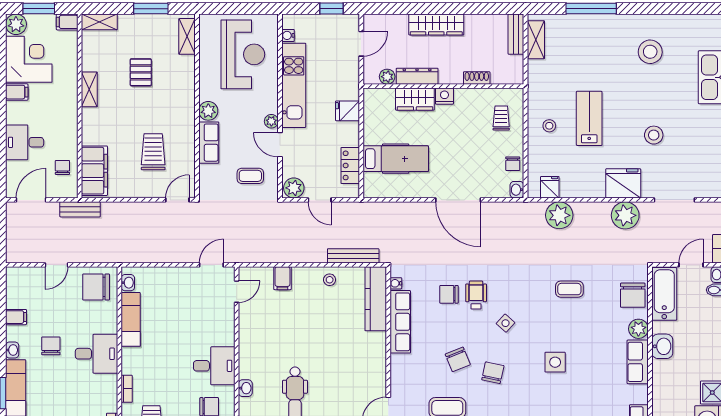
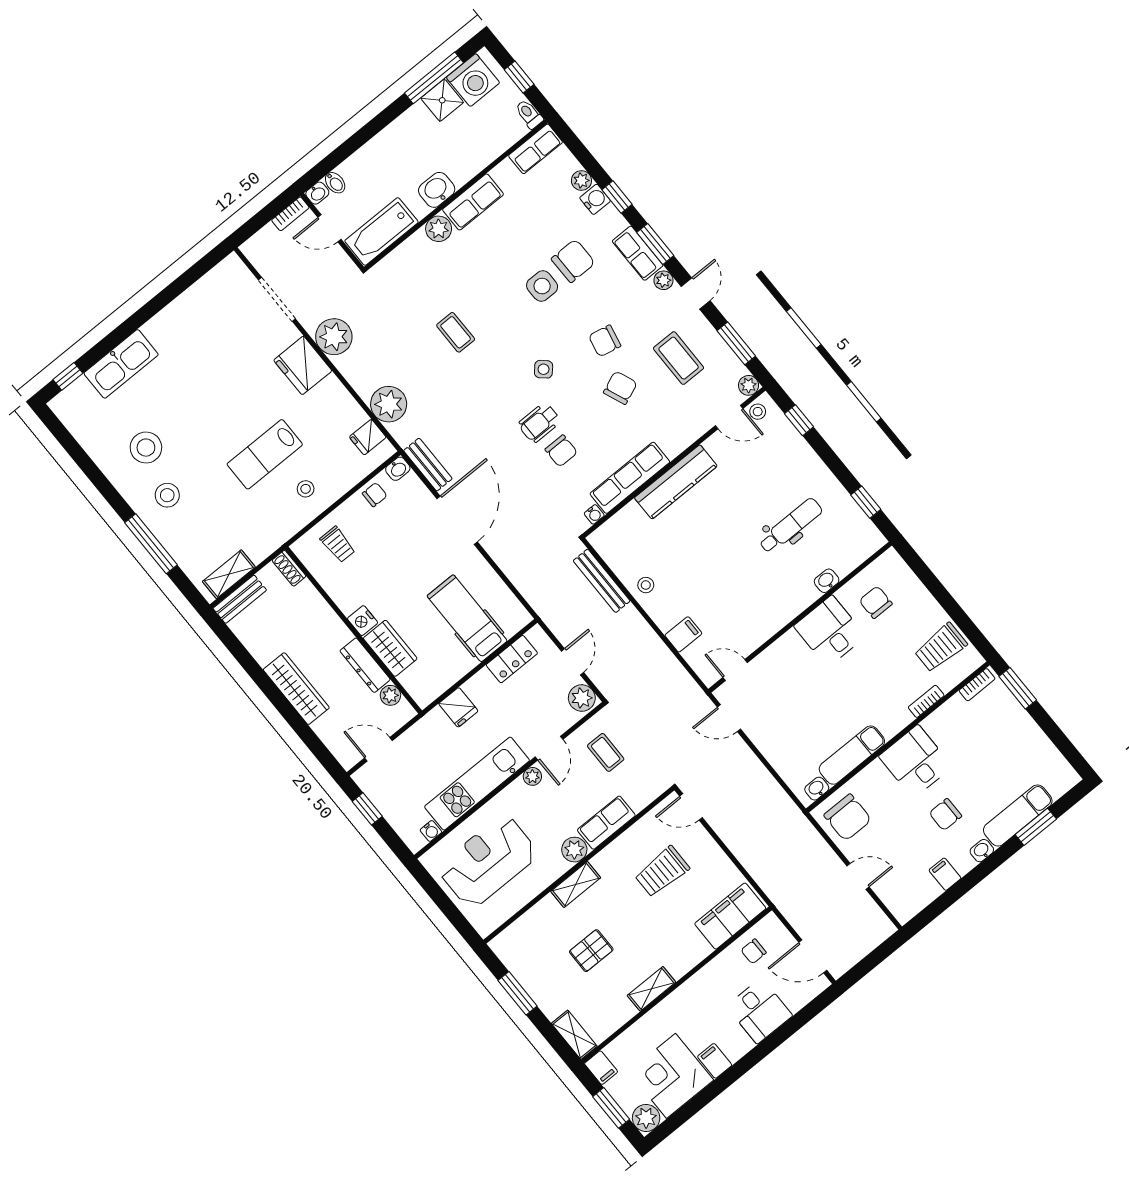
shelving: (187, 36) -> (576, 884), moved
shoe rack: (477, 78) -> (289, 568), moved
trolley: (501, 118) -> (338, 544), turned -90
stool: (654, 135) -> (167, 495), moved
bench: (80, 209) -> (428, 465), moved
chair: (633, 295) -> (573, 261), moved
kitchen counter: (376, 299) -> (676, 482), moved

